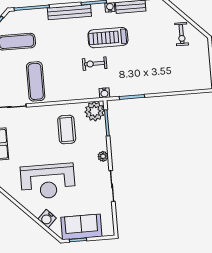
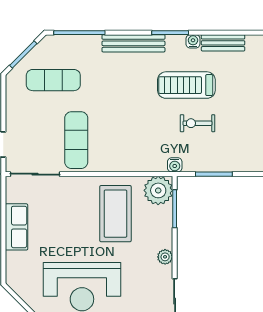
exercise bike: (95, 64) -> (197, 123), moved
coffee table: (67, 130) -> (115, 214), width x1.36, depth x1.32

